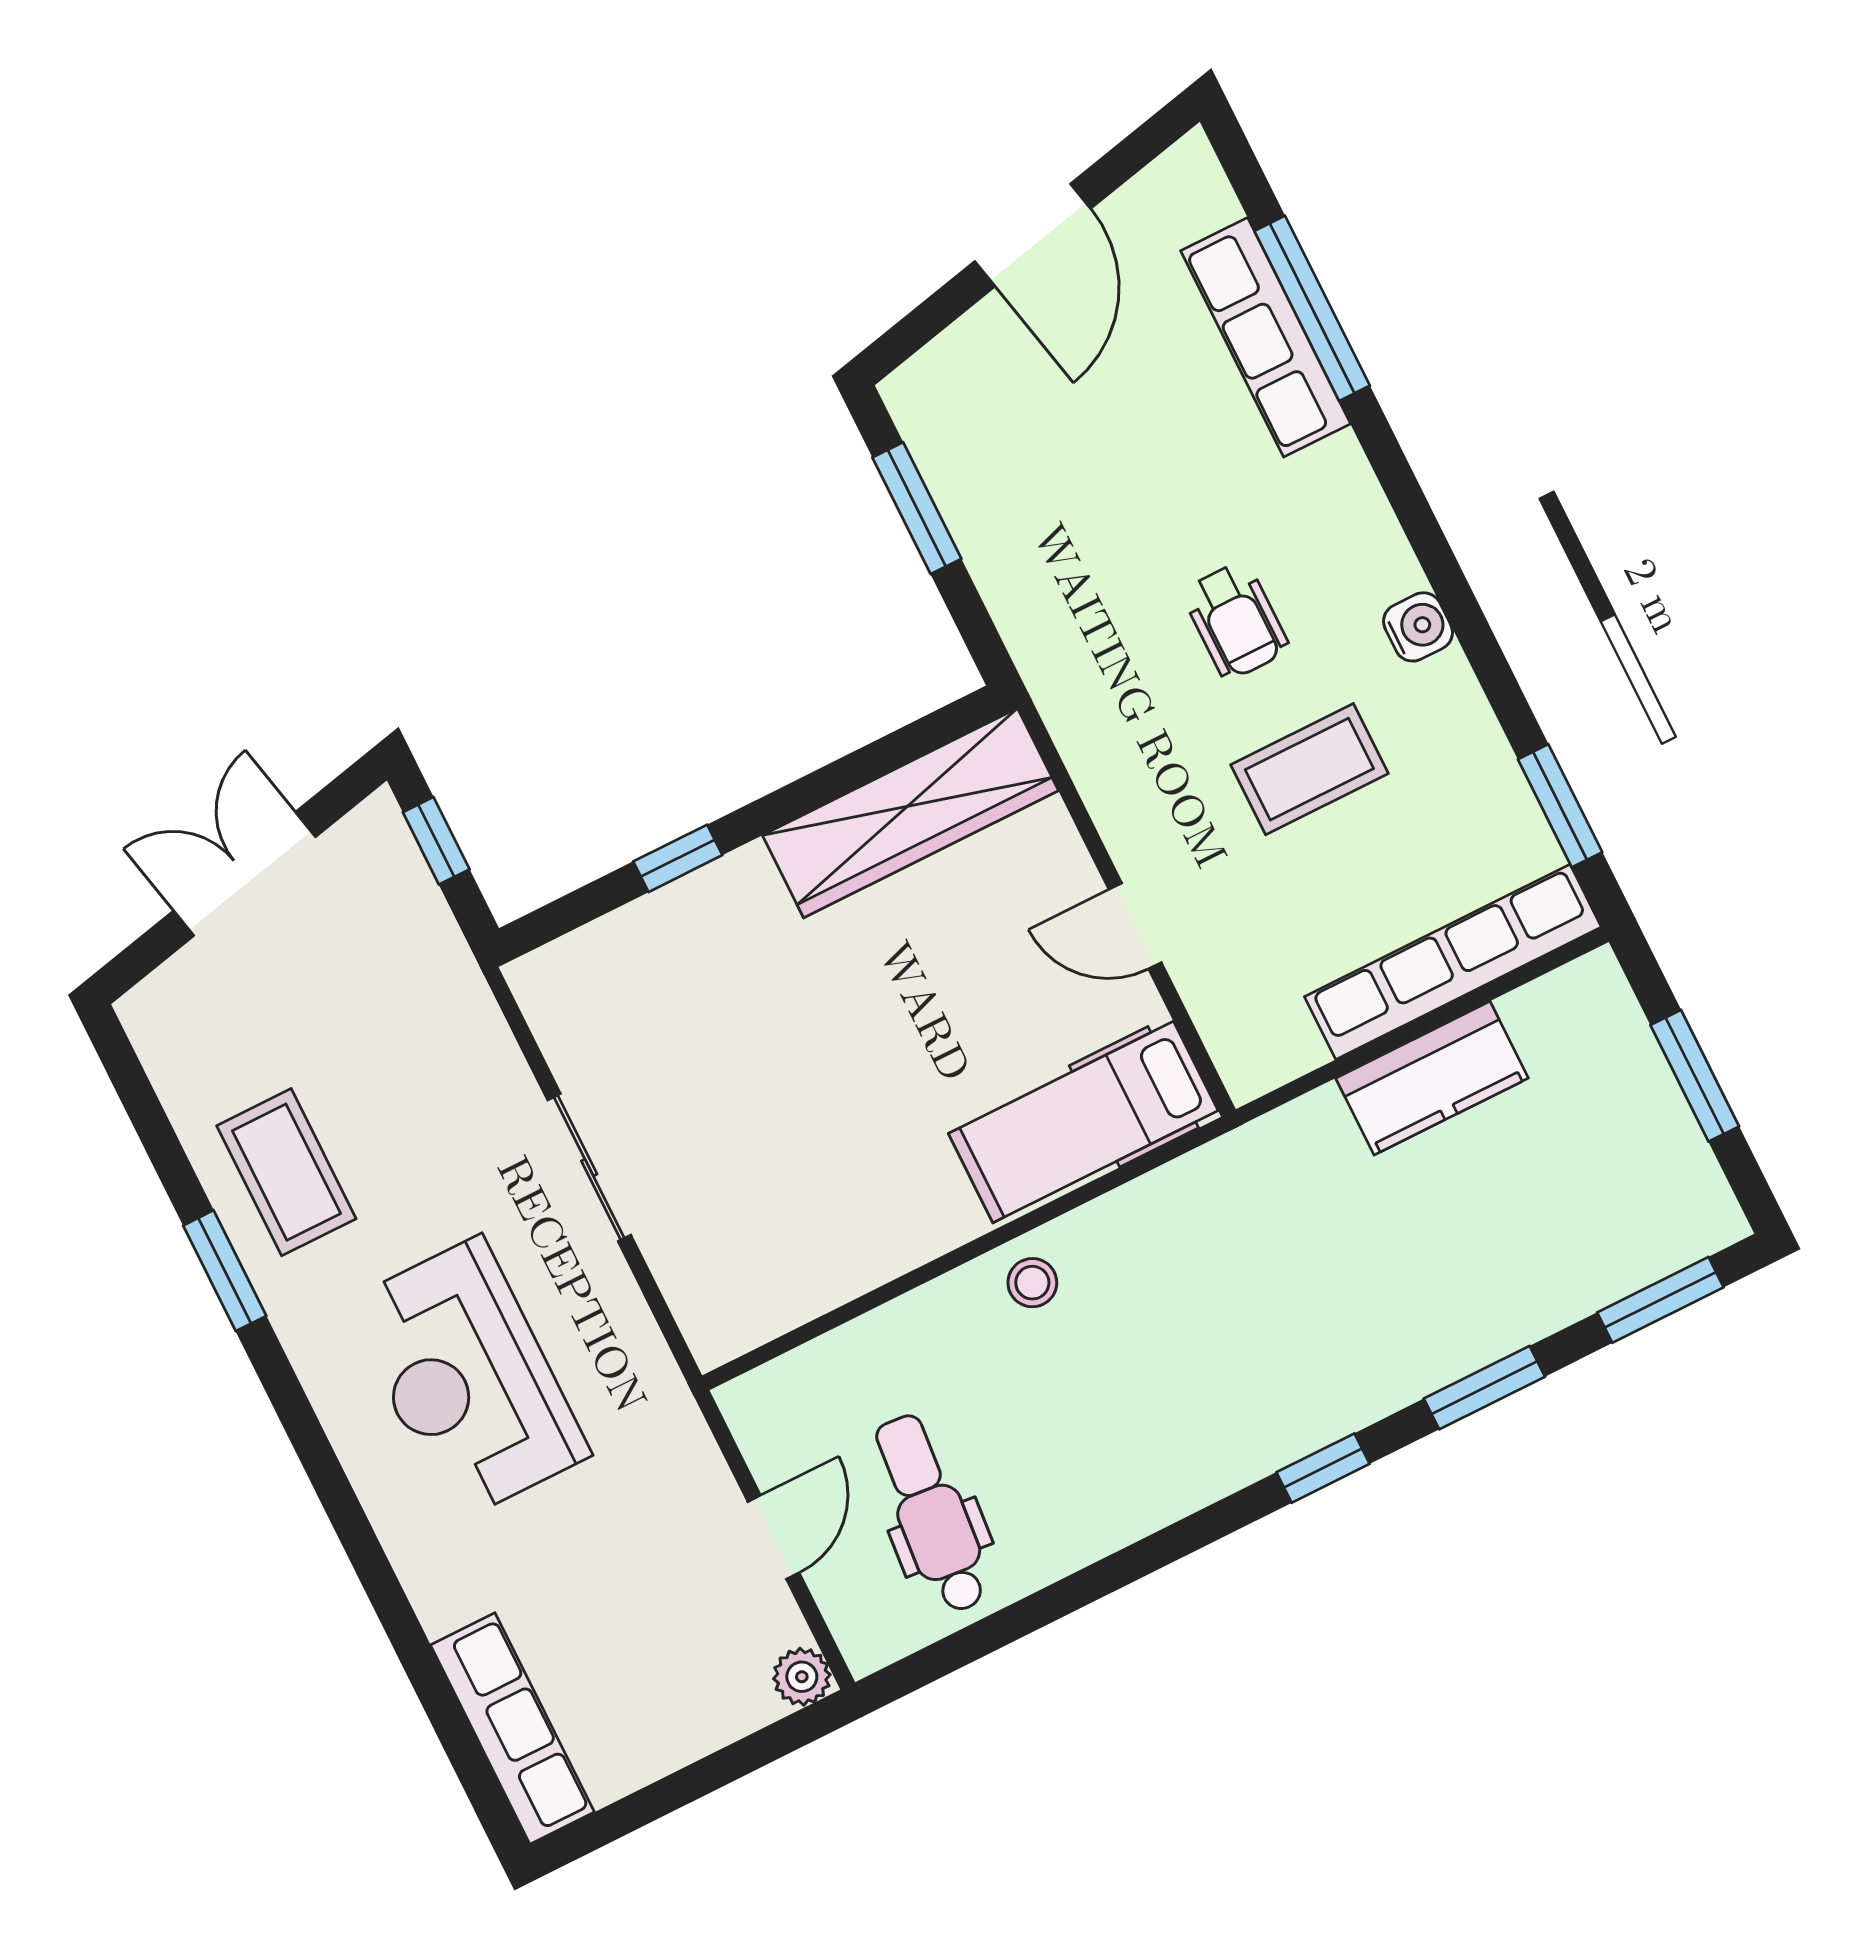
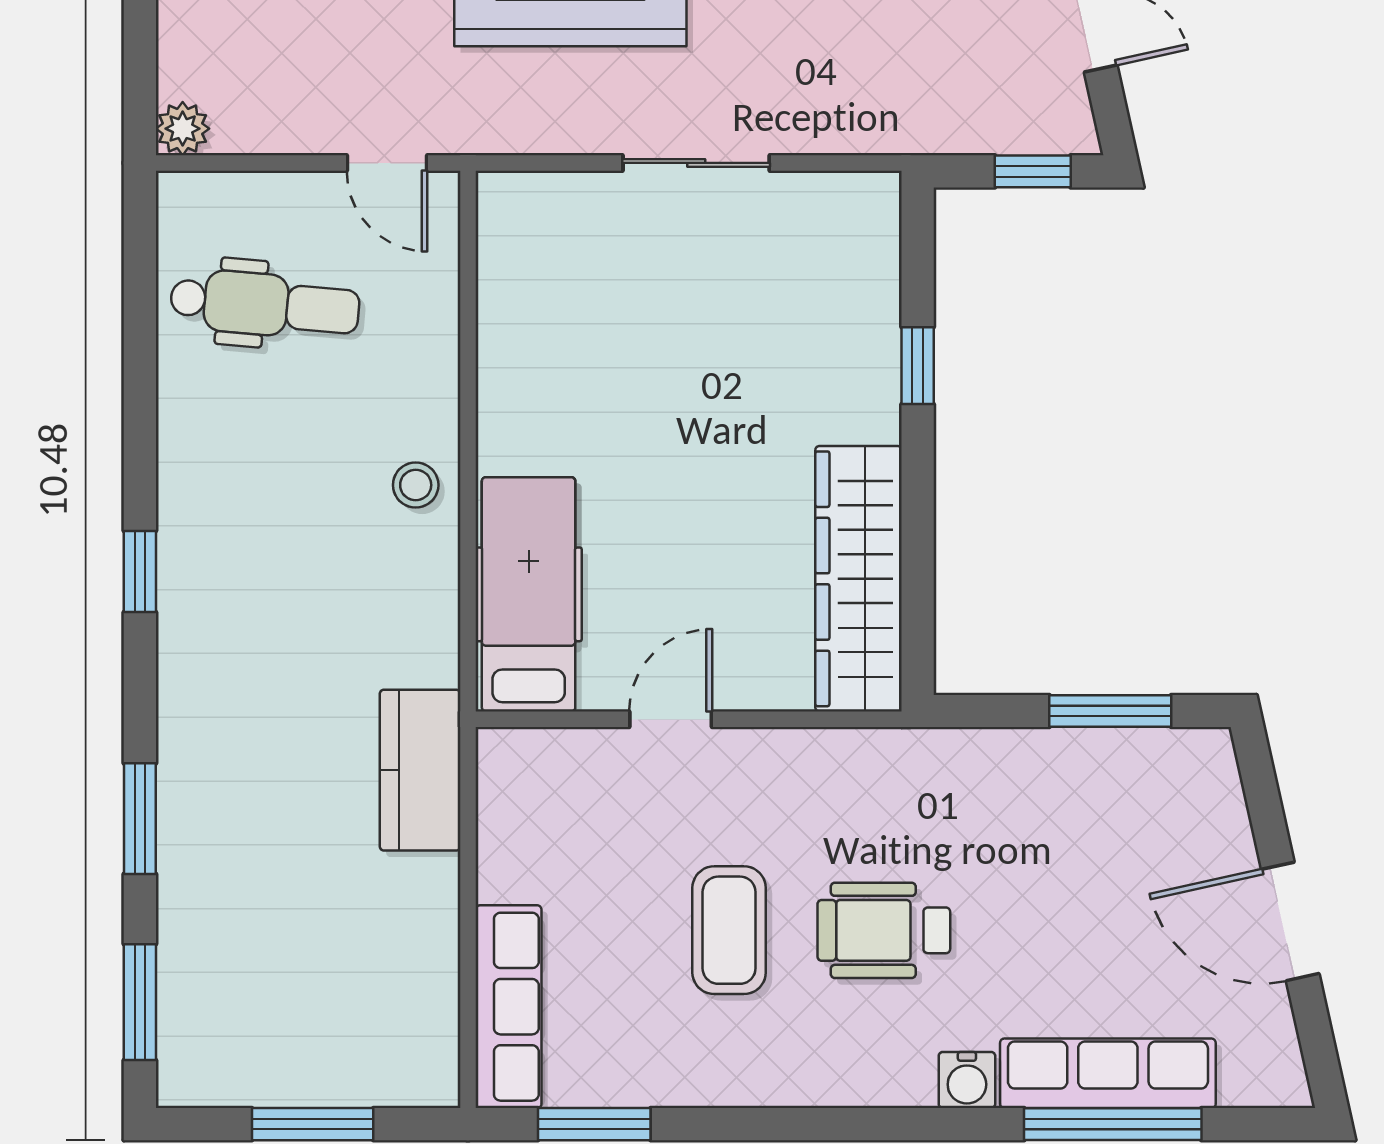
wheelchair: (1236, 621) -> (884, 930), width x1.36, depth x1.37
water cooler: (1418, 627) -> (967, 1080), moved
row of seats: (1453, 962) -> (508, 1007), width x0.73
kitchen counter: (1432, 1078) -> (420, 770), moved
window: (1323, 1468) -> (140, 571), moved
door: (773, 1537) -> (387, 163), moved

